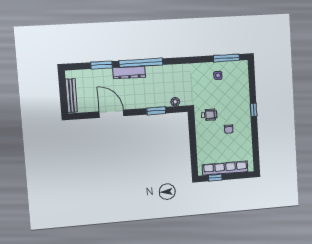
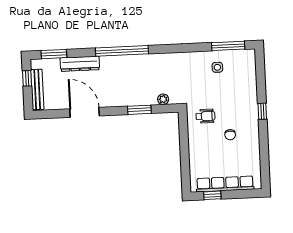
window: (102, 65) -> (54, 54), moved
dresser: (129, 72) -> (80, 64), moved
window: (62, 86) -> (27, 78), added

